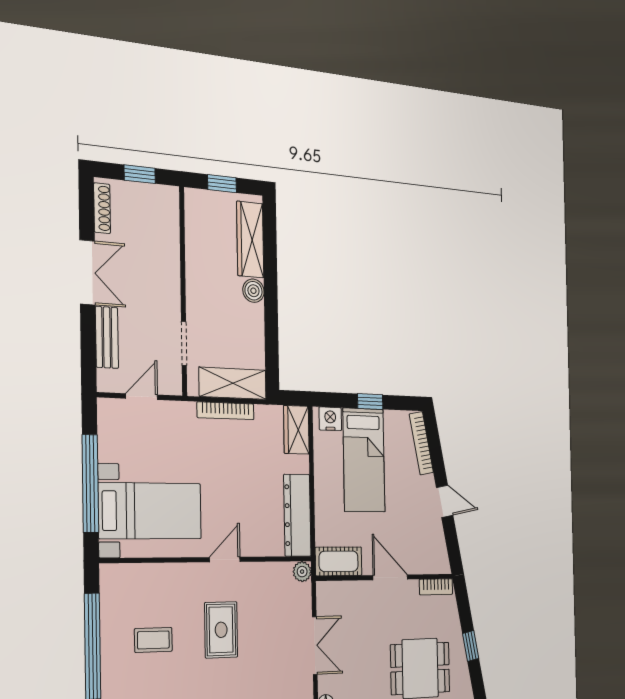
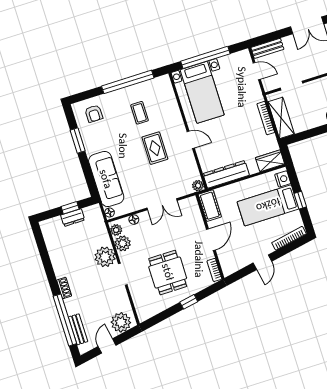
bench: (107, 337) -> (267, 48), moved
rug: (221, 630) -> (155, 148), turned 90

